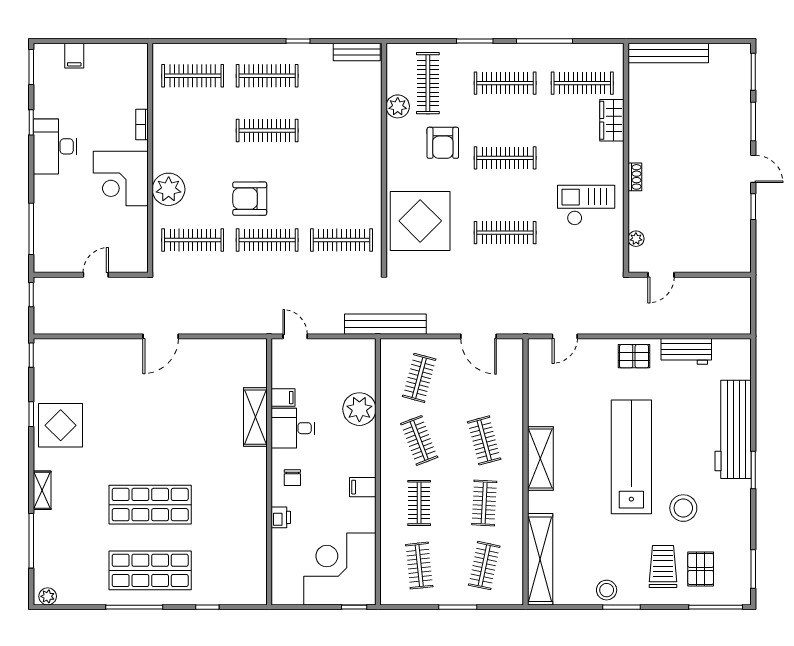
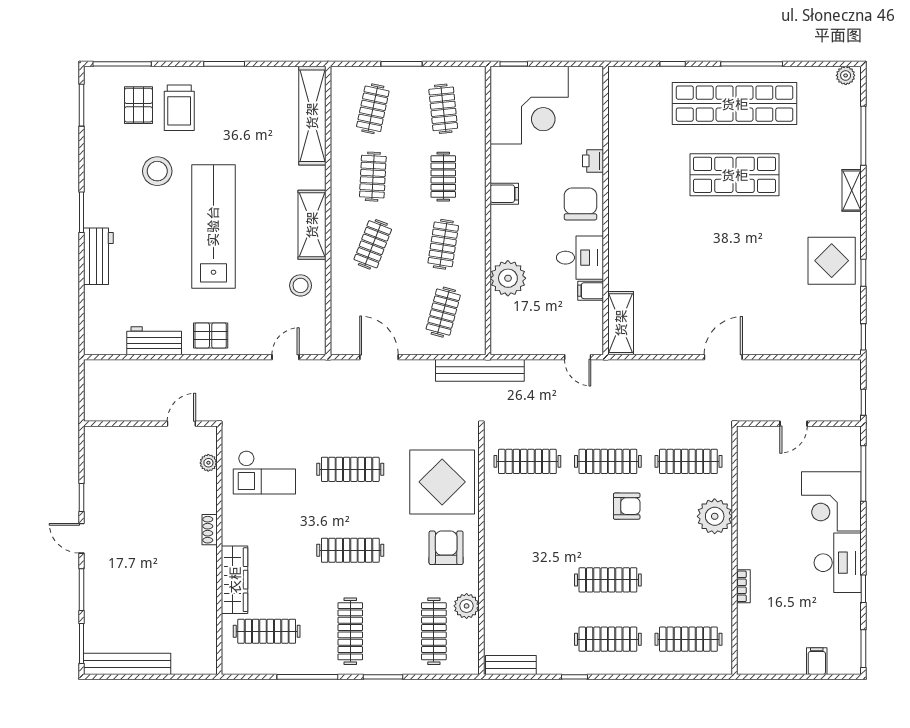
bench: (668, 53) -> (127, 664), moved
clothes rail: (505, 83) -> (350, 631), turned 90
wardrobe: (612, 120) -> (235, 580), width x1.50
armchair: (443, 143) -> (446, 548), moved
corner desk: (121, 178) -> (831, 501), moved, turned 180
armchair: (250, 199) -> (627, 506), width x0.72, depth x0.72
checkout: (586, 205) -> (264, 472), moved
shelving: (255, 417) -> (621, 323), moved
workbench: (733, 429) -> (98, 256), width x0.53, depth x0.76
clothes rail: (419, 440) -> (443, 244), turned 30
clothes rail: (484, 440) -> (373, 244), turned 36
lab bench: (631, 457) -> (213, 226), turned 180
chair: (292, 478) -> (580, 204), width x1.87, depth x1.87
shop shelf: (150, 570) -> (735, 104), width x1.40
stool: (607, 590) -> (301, 285), moved

